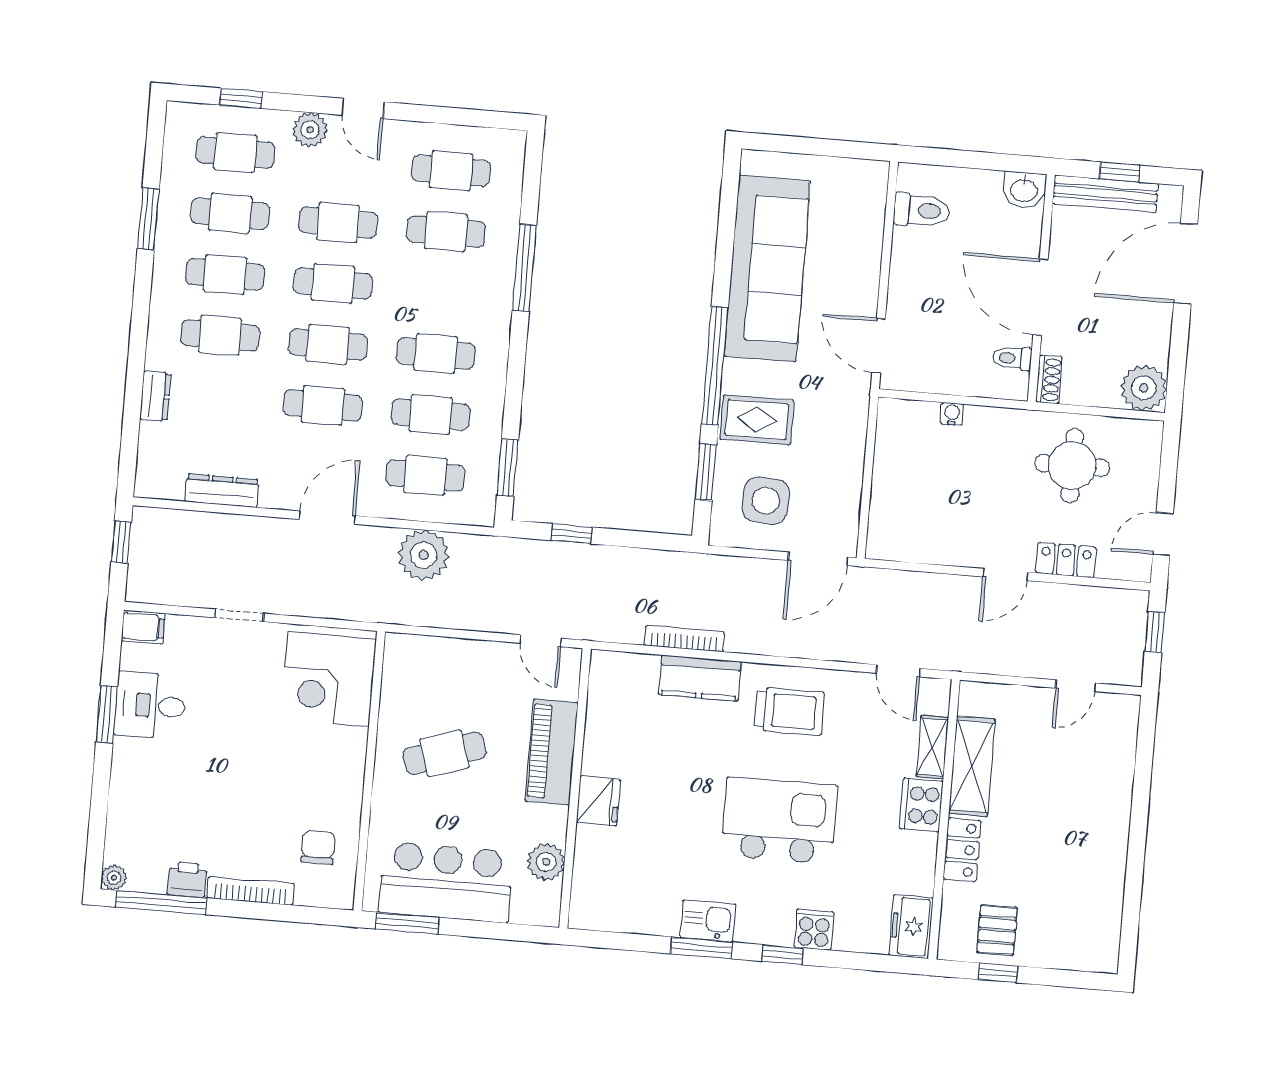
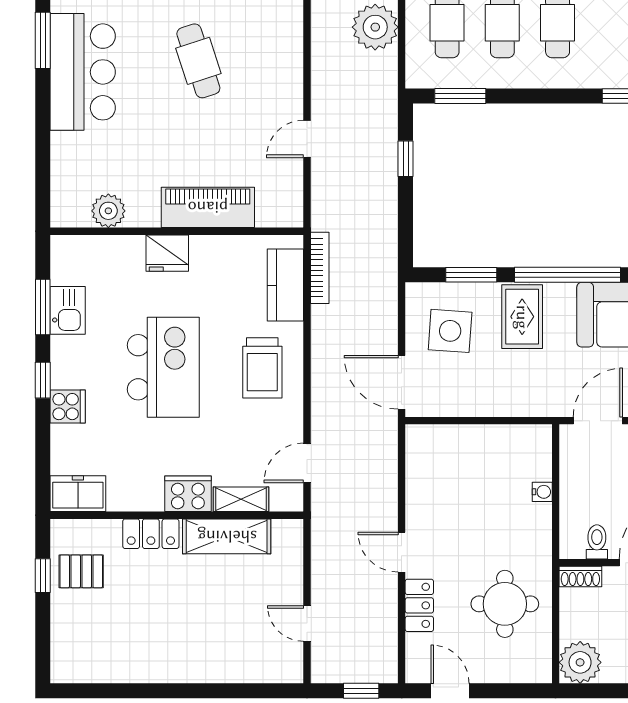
piano: (552, 752) -> (208, 207), moved
wall: (575, 788) -> (177, 231), moved
fridge: (598, 801) -> (167, 253), moved
plant: (546, 862) -> (108, 211), moved

